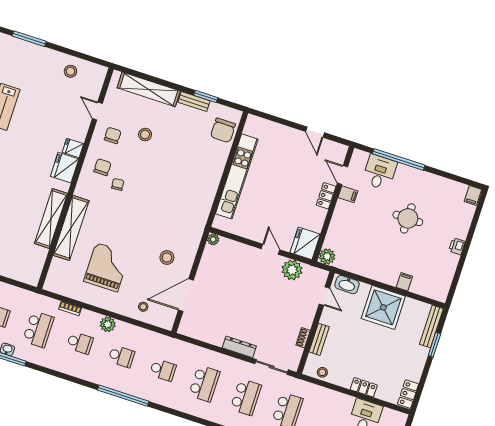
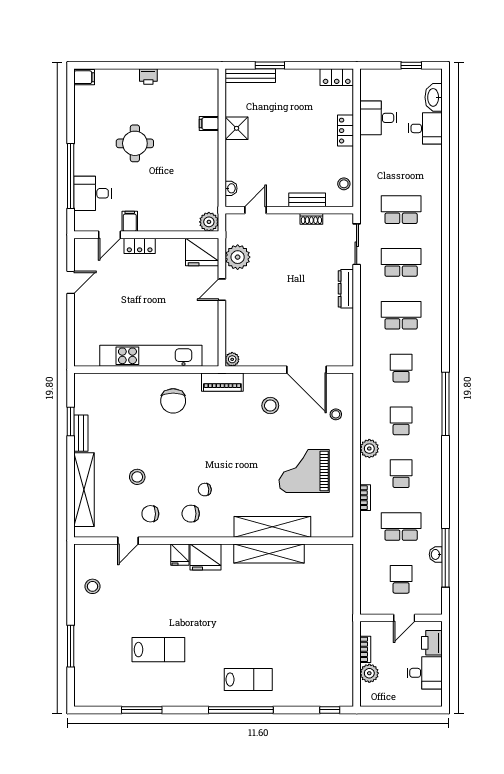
chair: (223, 130) -> (173, 401), moved, turned 90
piano: (198, 226) -> (222, 382), added
washbasin: (347, 285) -> (231, 188), width x0.52, depth x0.69
shower: (383, 307) -> (237, 128), width x0.54, depth x0.54

